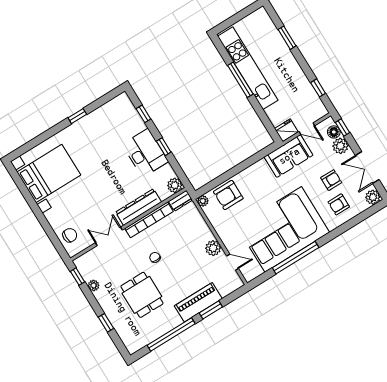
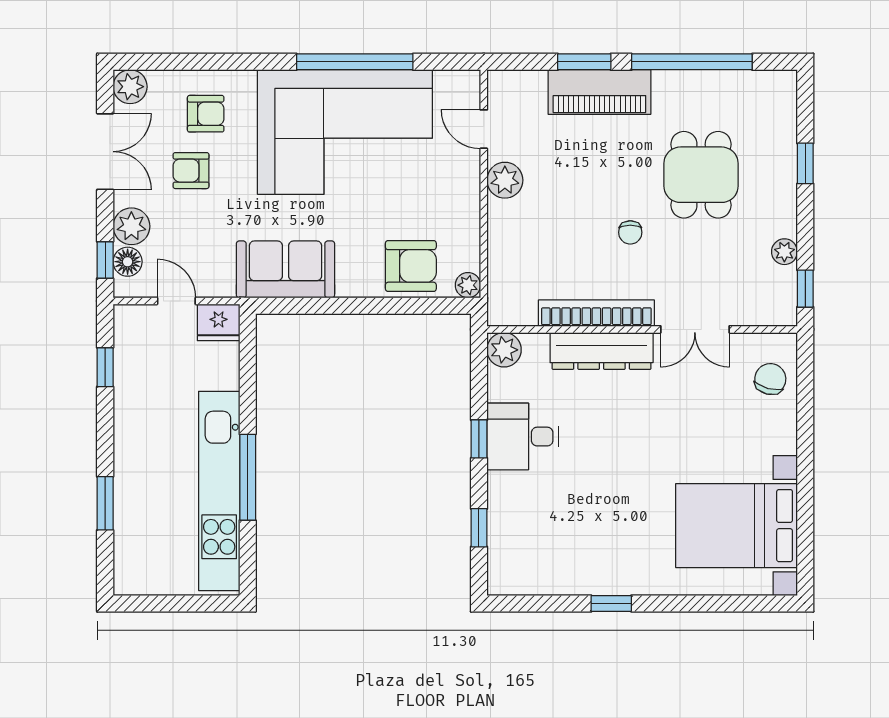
desk: (145, 153) -> (523, 437), width x0.73
sofa: (289, 156) -> (285, 269), moved
dresser: (181, 201) -> (511, 312), removed
chair: (70, 235) -> (770, 379), turned 105

